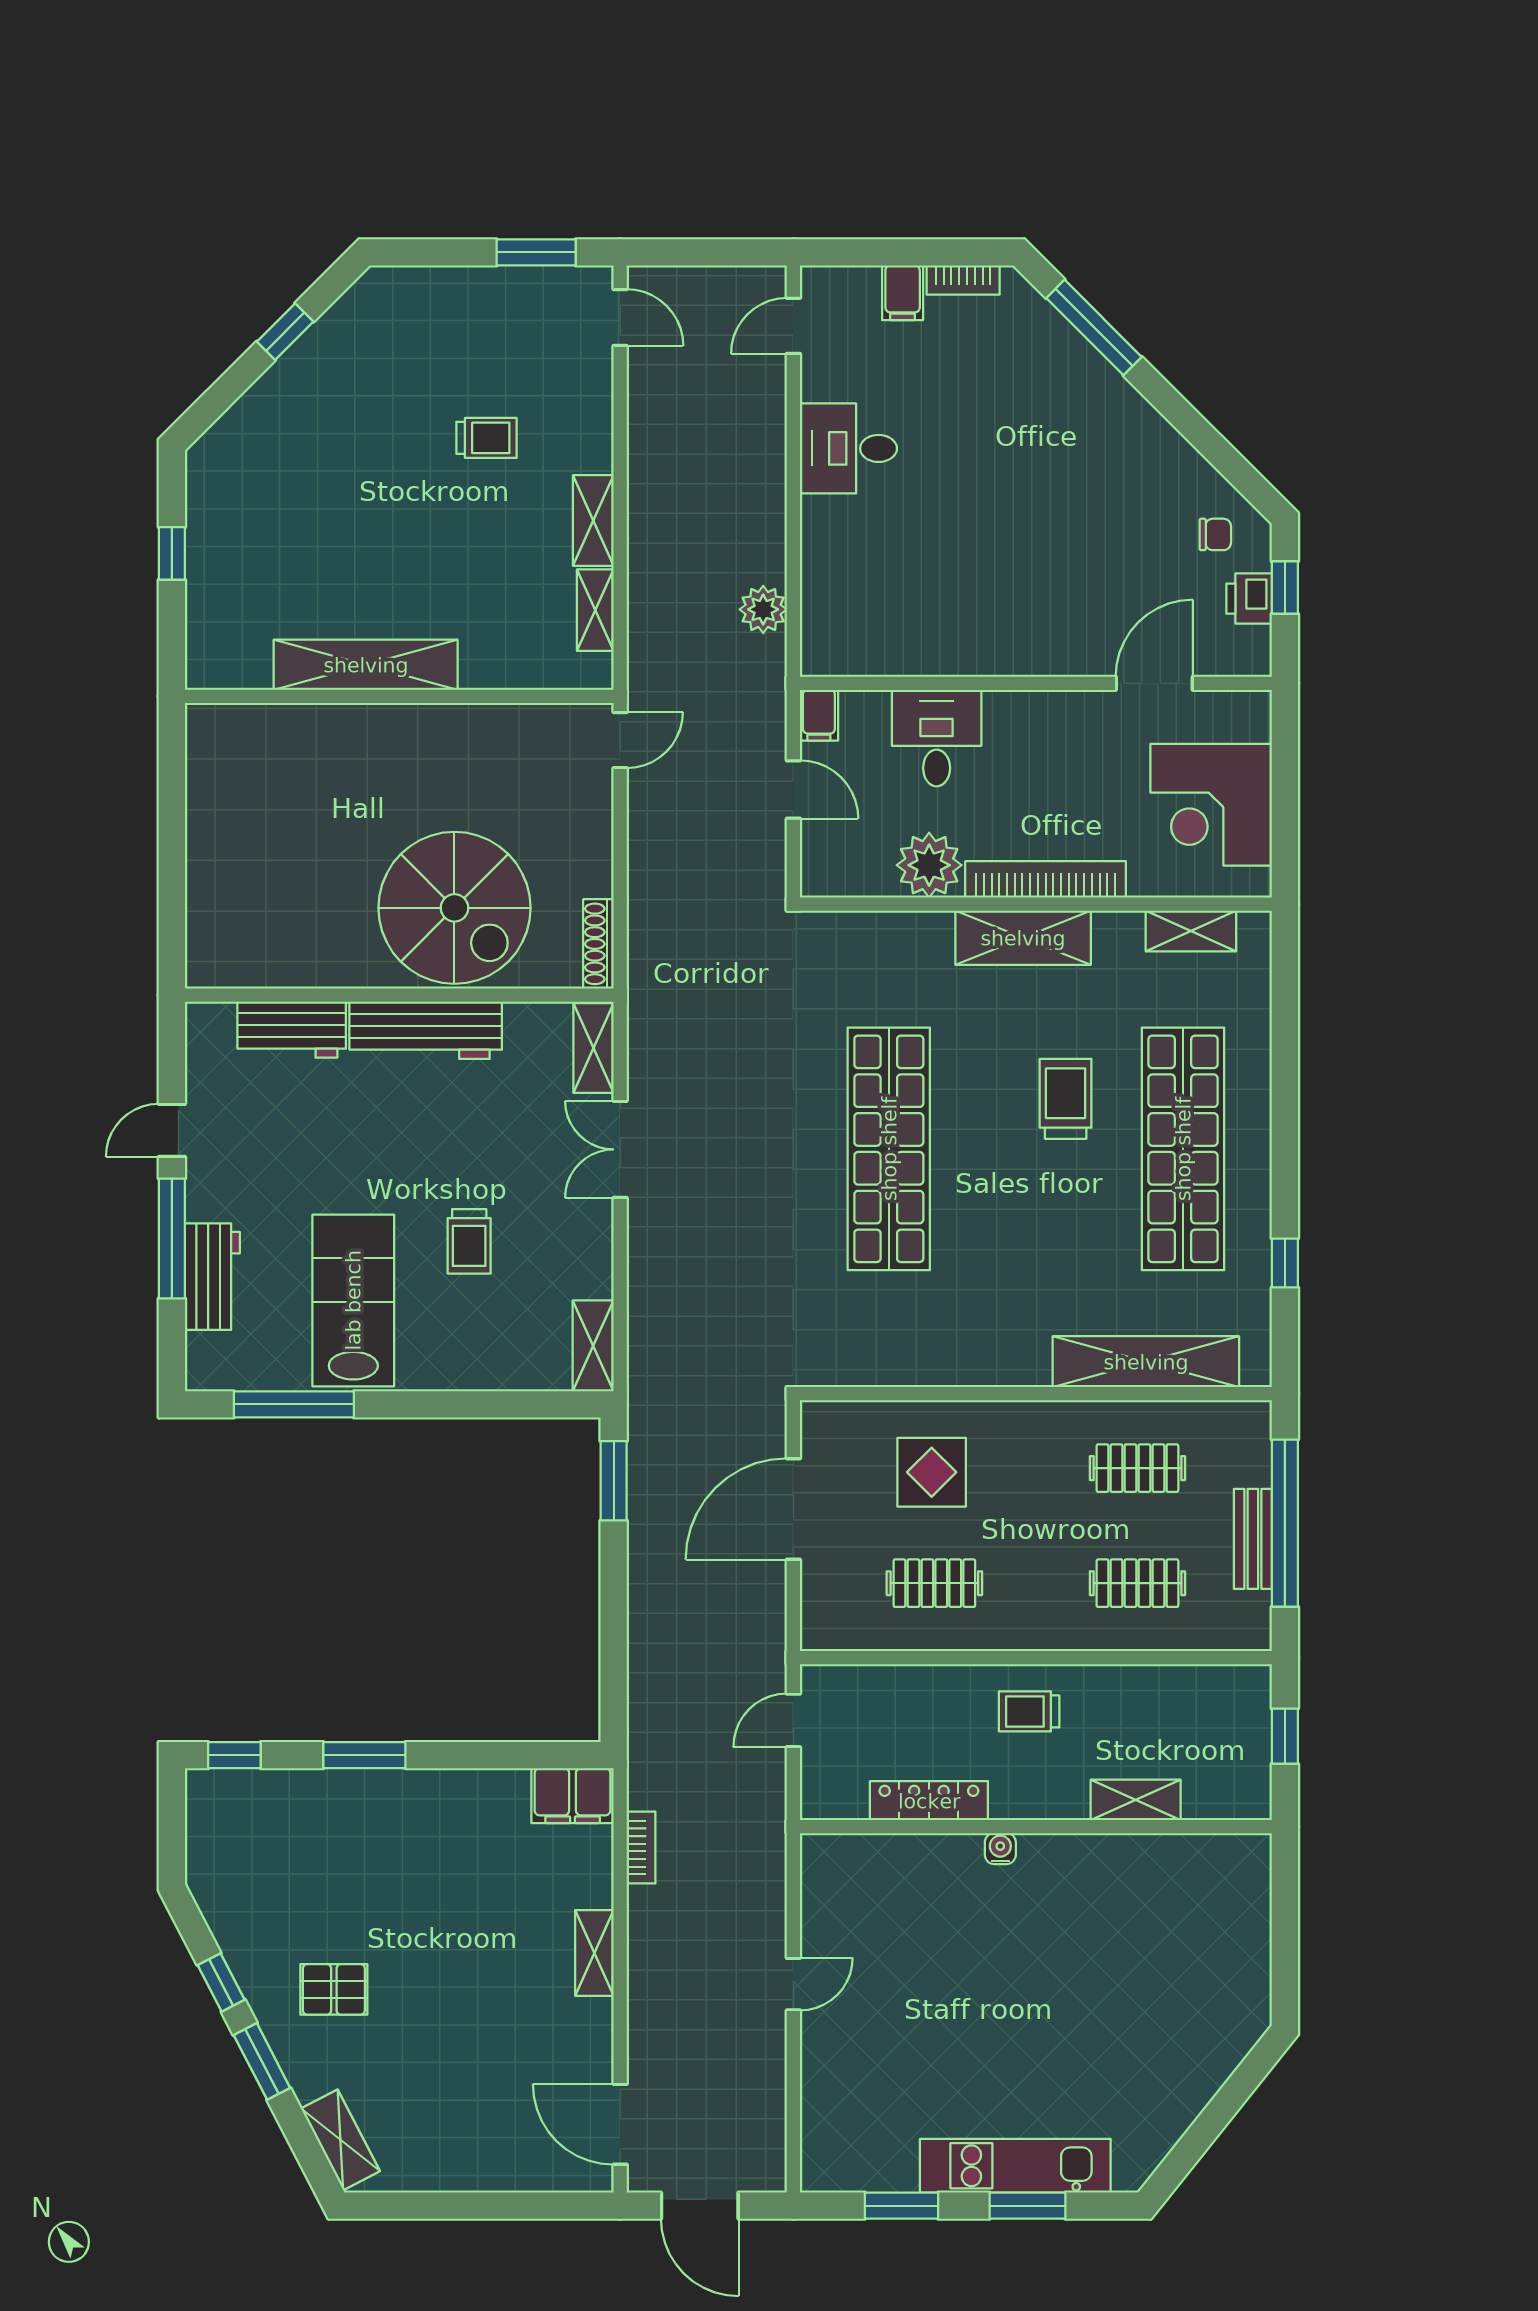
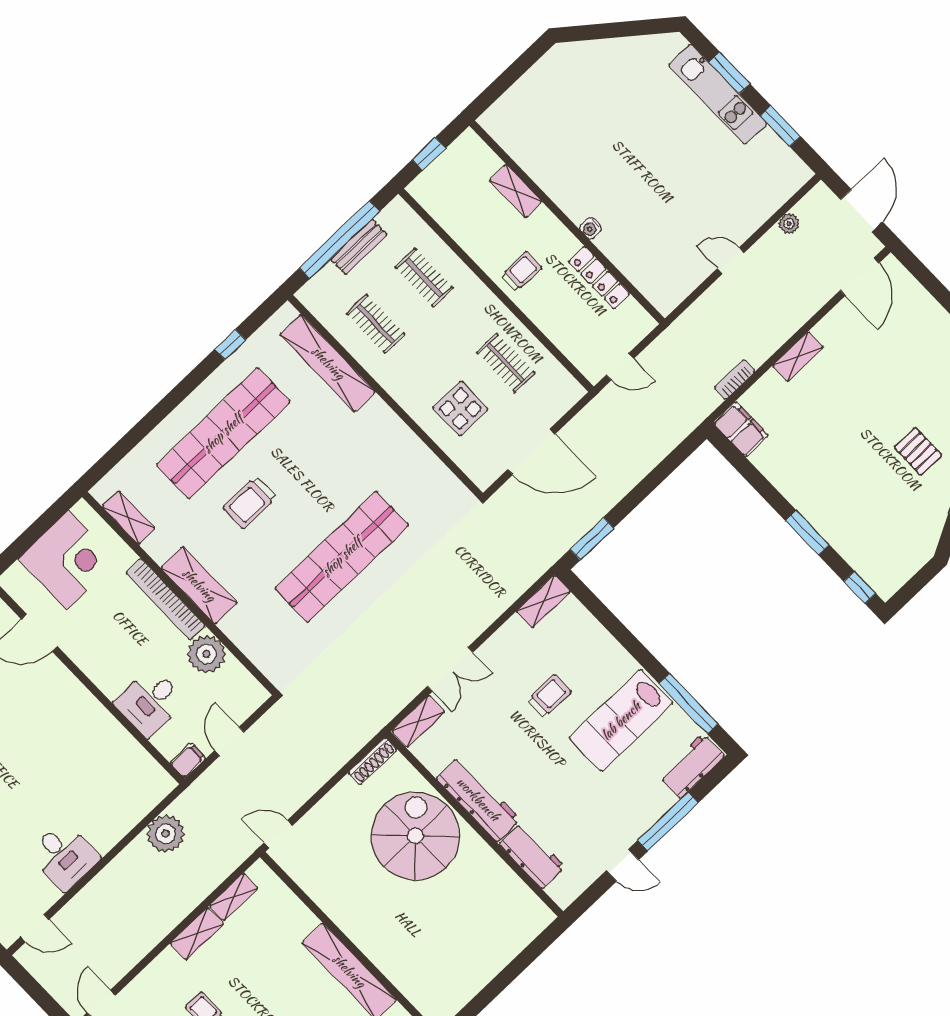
plant: (763, 609) -> (166, 834), width x1.36, depth x1.36
workbench: (212, 1277) -> (692, 766), moved
trolley: (1029, 1711) -> (521, 271), turned -90
plant: (770, 2100) -> (789, 224), added

